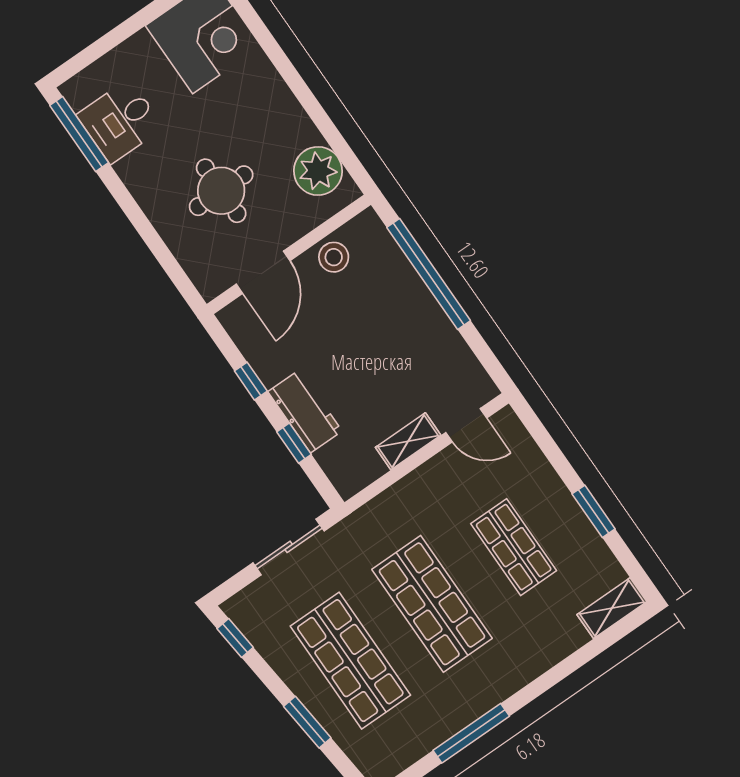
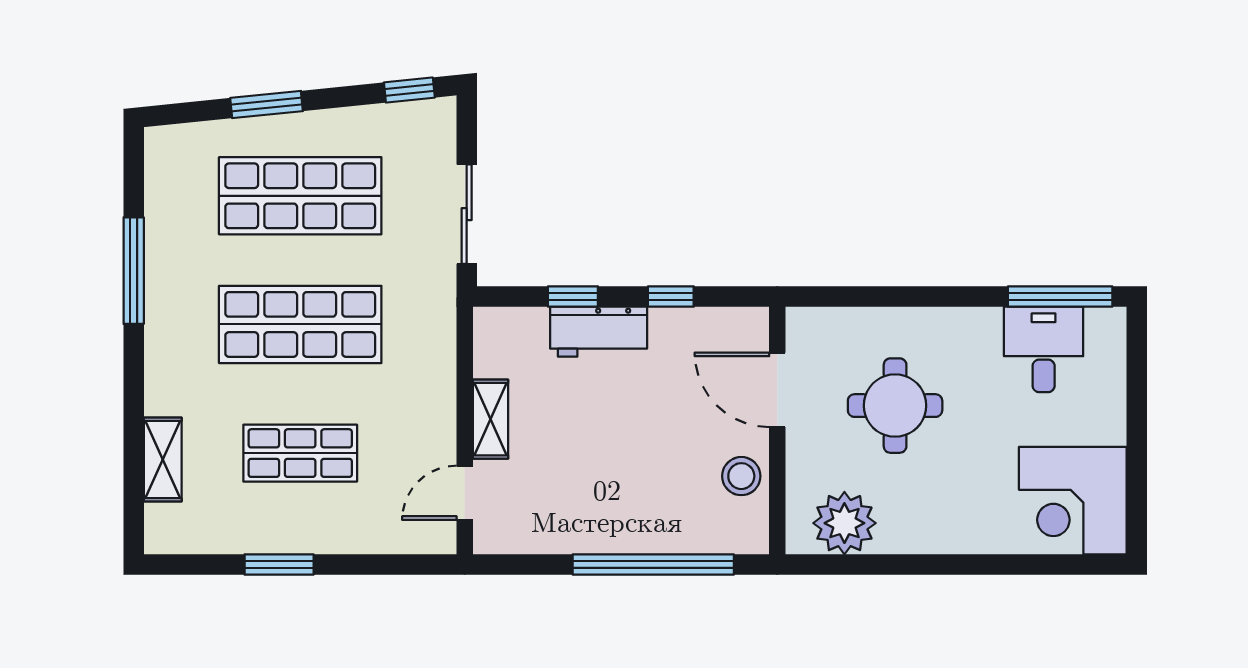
shelving: (612, 608) -> (163, 460), moved

